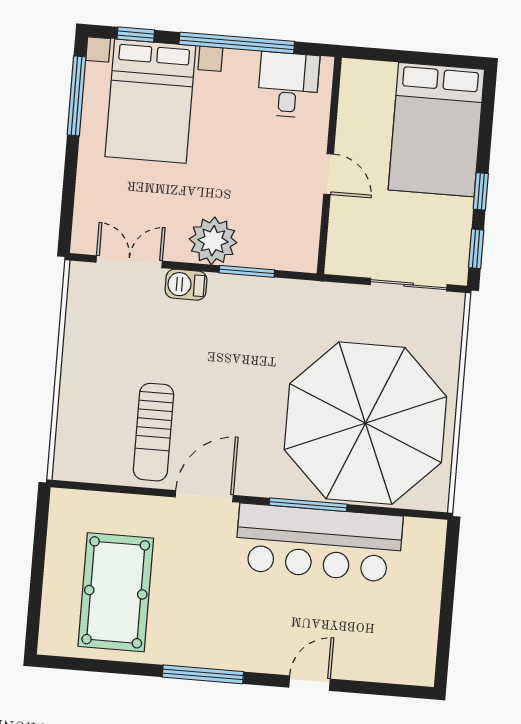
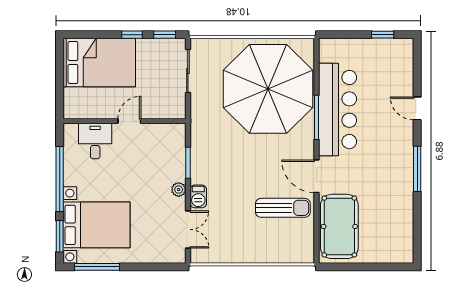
window: (136, 35) -> (60, 236), width x1.50
desk: (288, 85) -> (95, 141), moved, turned 90
plant: (213, 241) -> (179, 190), width x0.53, depth x0.53
double door: (129, 262) -> (188, 229), swing flipped
pool table: (116, 592) -> (339, 226), moved, turned 90
window: (444, 633) -> (383, 35), added

